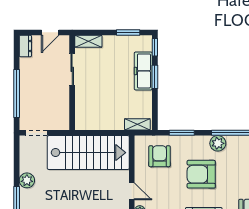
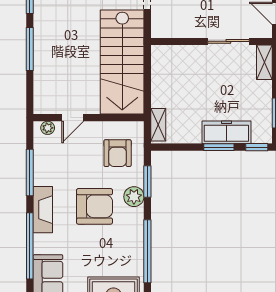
plant: (218, 143) -> (134, 197), moved
armchair: (160, 156) -> (118, 153), turned 90
armchair: (201, 174) -> (95, 206), turned 90

